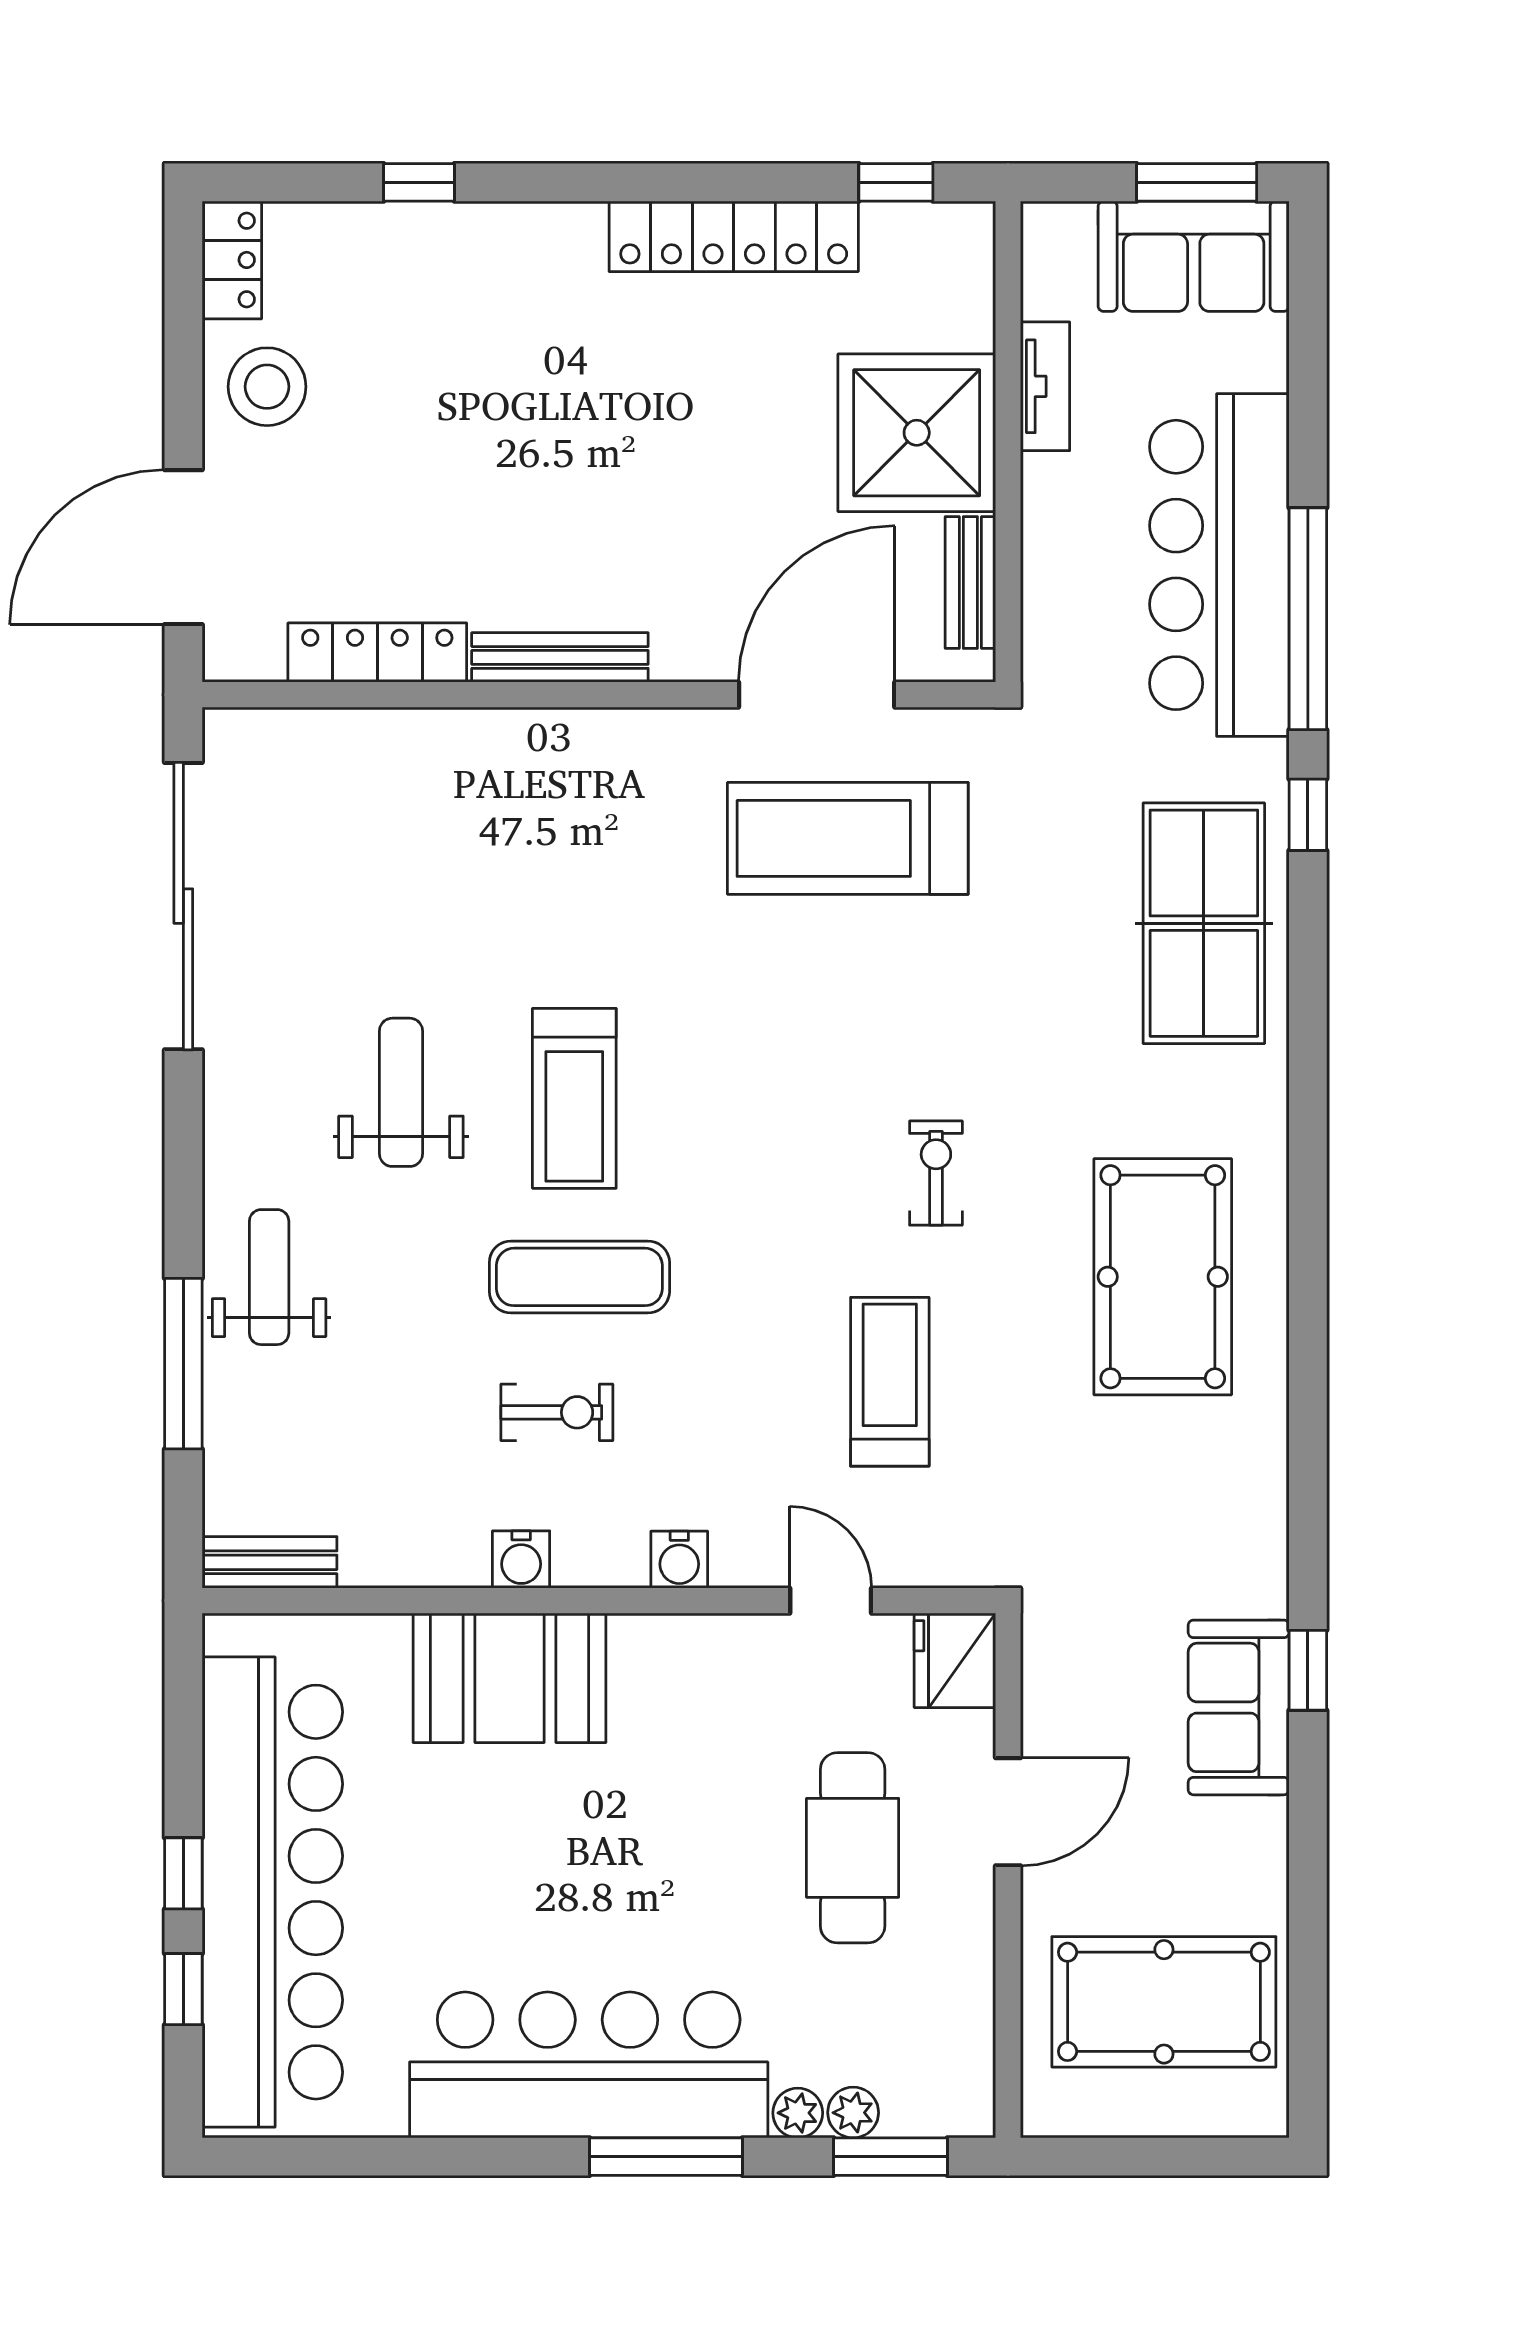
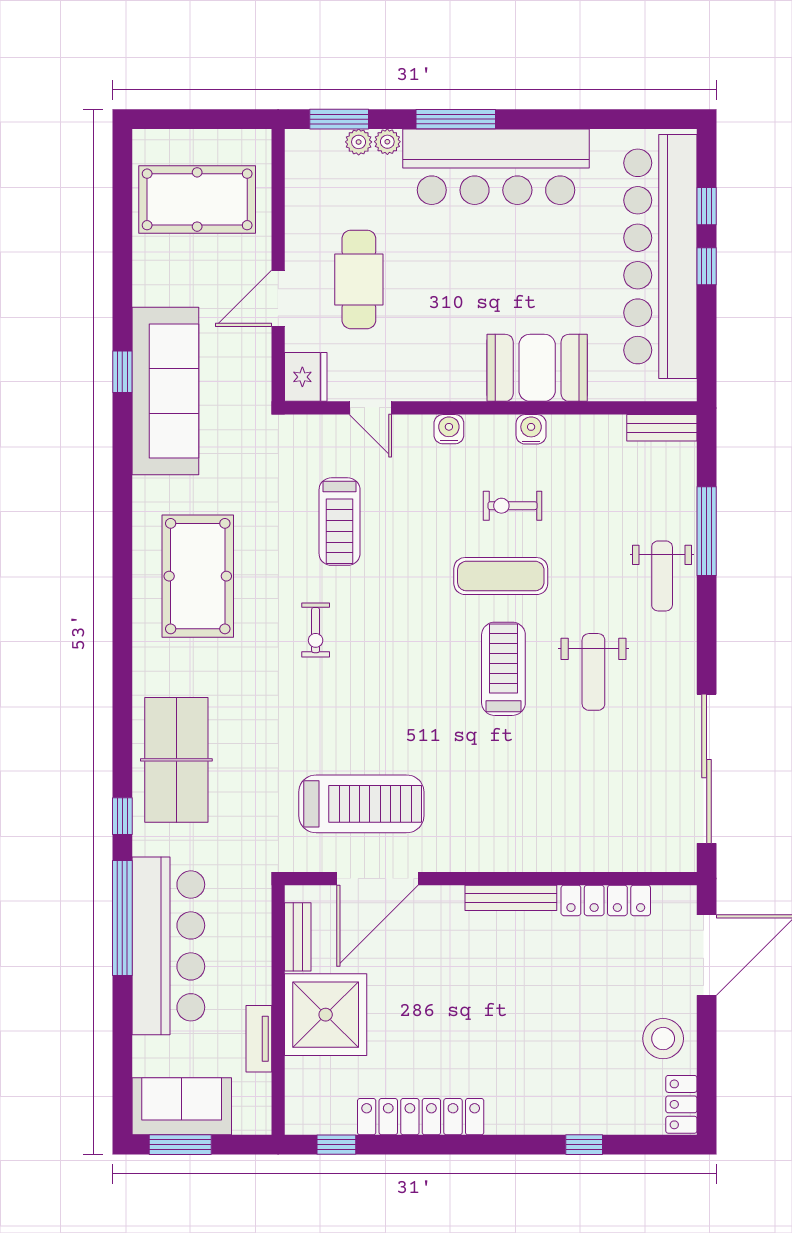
sofa: (1239, 1707) -> (165, 391), width x1.85, depth x1.27

